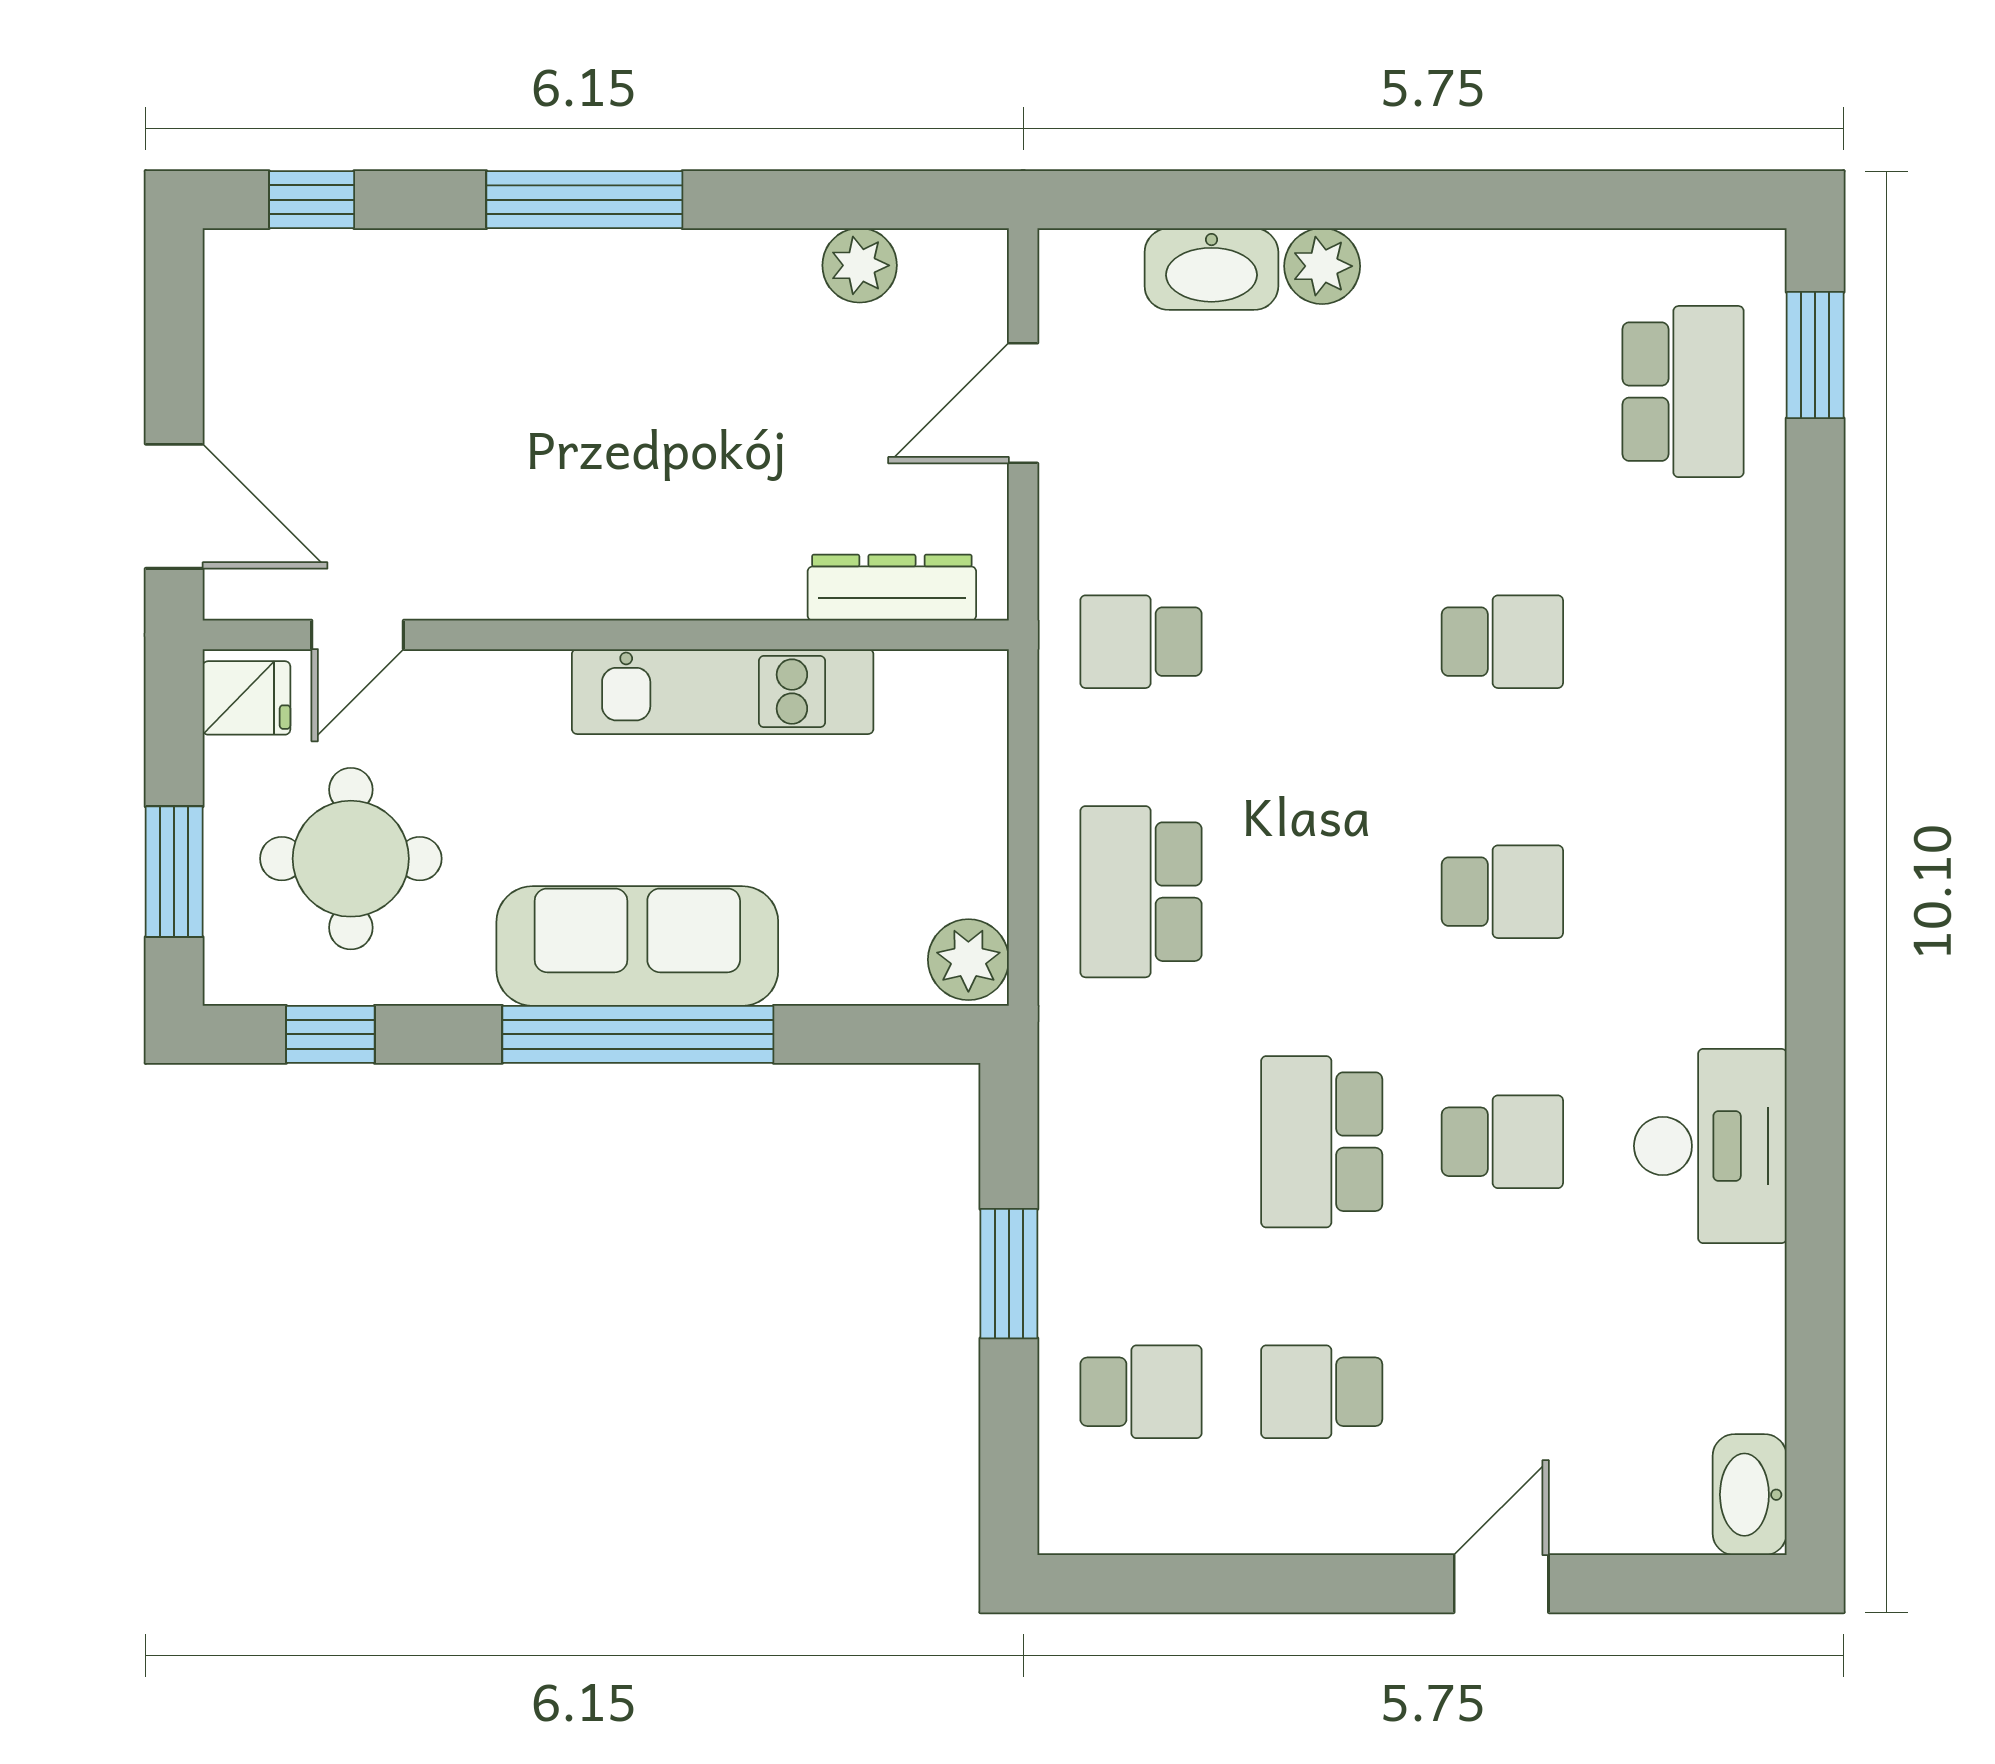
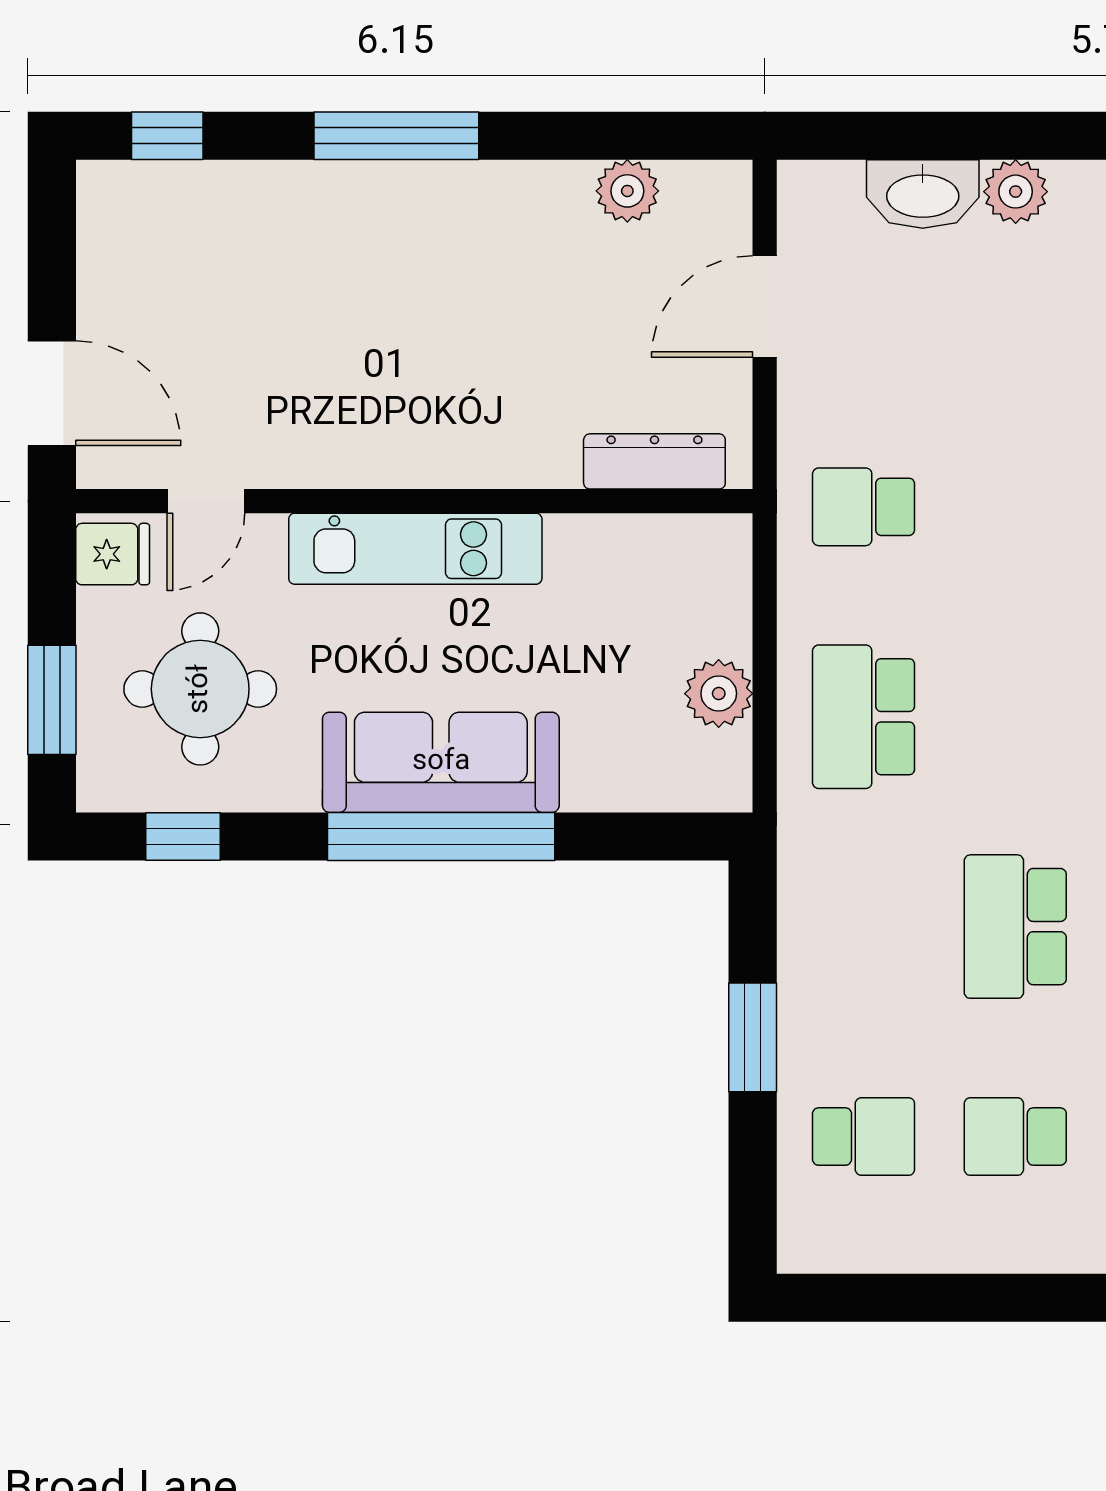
kitchen unit: (723, 692) -> (415, 549), moved
plant: (968, 960) -> (719, 694), moved

